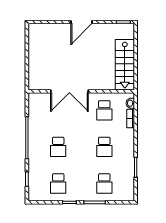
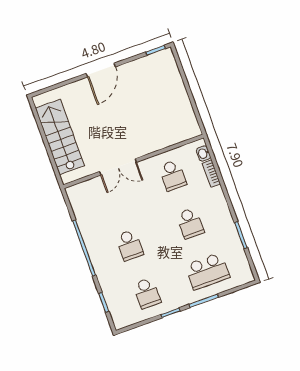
stairs: (125, 65) -> (60, 137), moved, turned 180
double door: (69, 91) -> (118, 167), width x0.73
school desk: (104, 183) -> (207, 271), width x1.85

